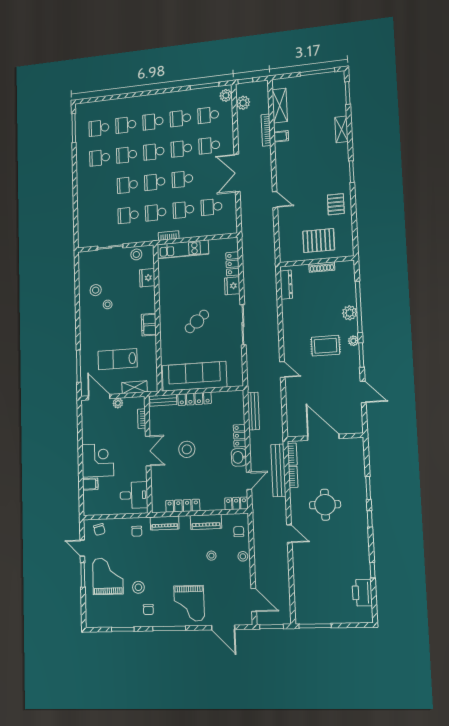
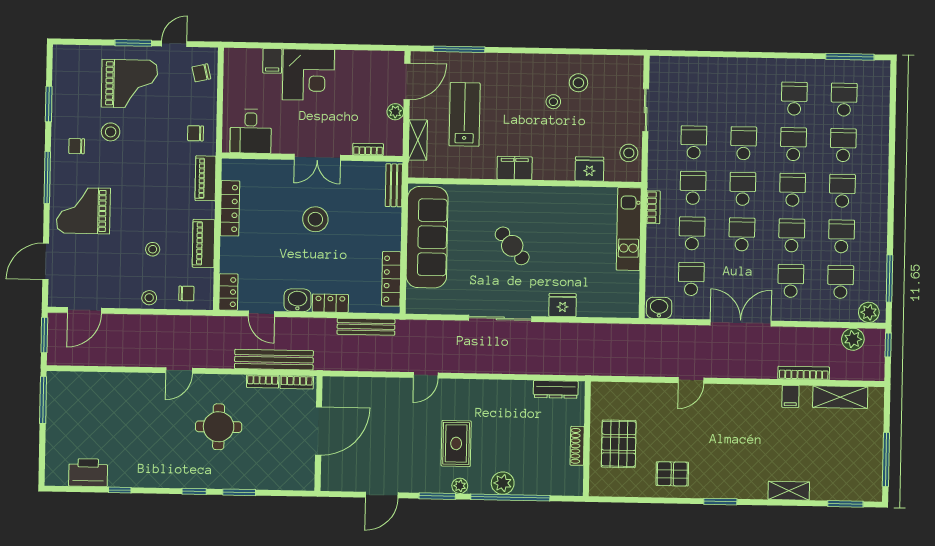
washbasin: (231, 225) -> (659, 308), added
locker: (233, 264) -> (597, 307), removed
locker: (195, 399) -> (391, 279), moved

